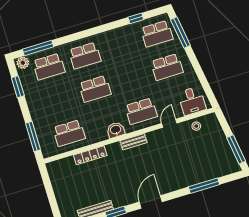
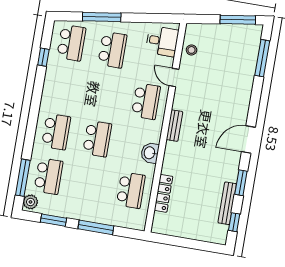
window: (180, 32) -> (102, 17), moved
washbasin: (116, 130) -> (150, 153), moved
window: (33, 136) -> (96, 227), moved
locker: (90, 155) -> (163, 193), moved
window: (204, 186) -> (262, 58), moved
door: (151, 202) -> (248, 140), hinge flipped

